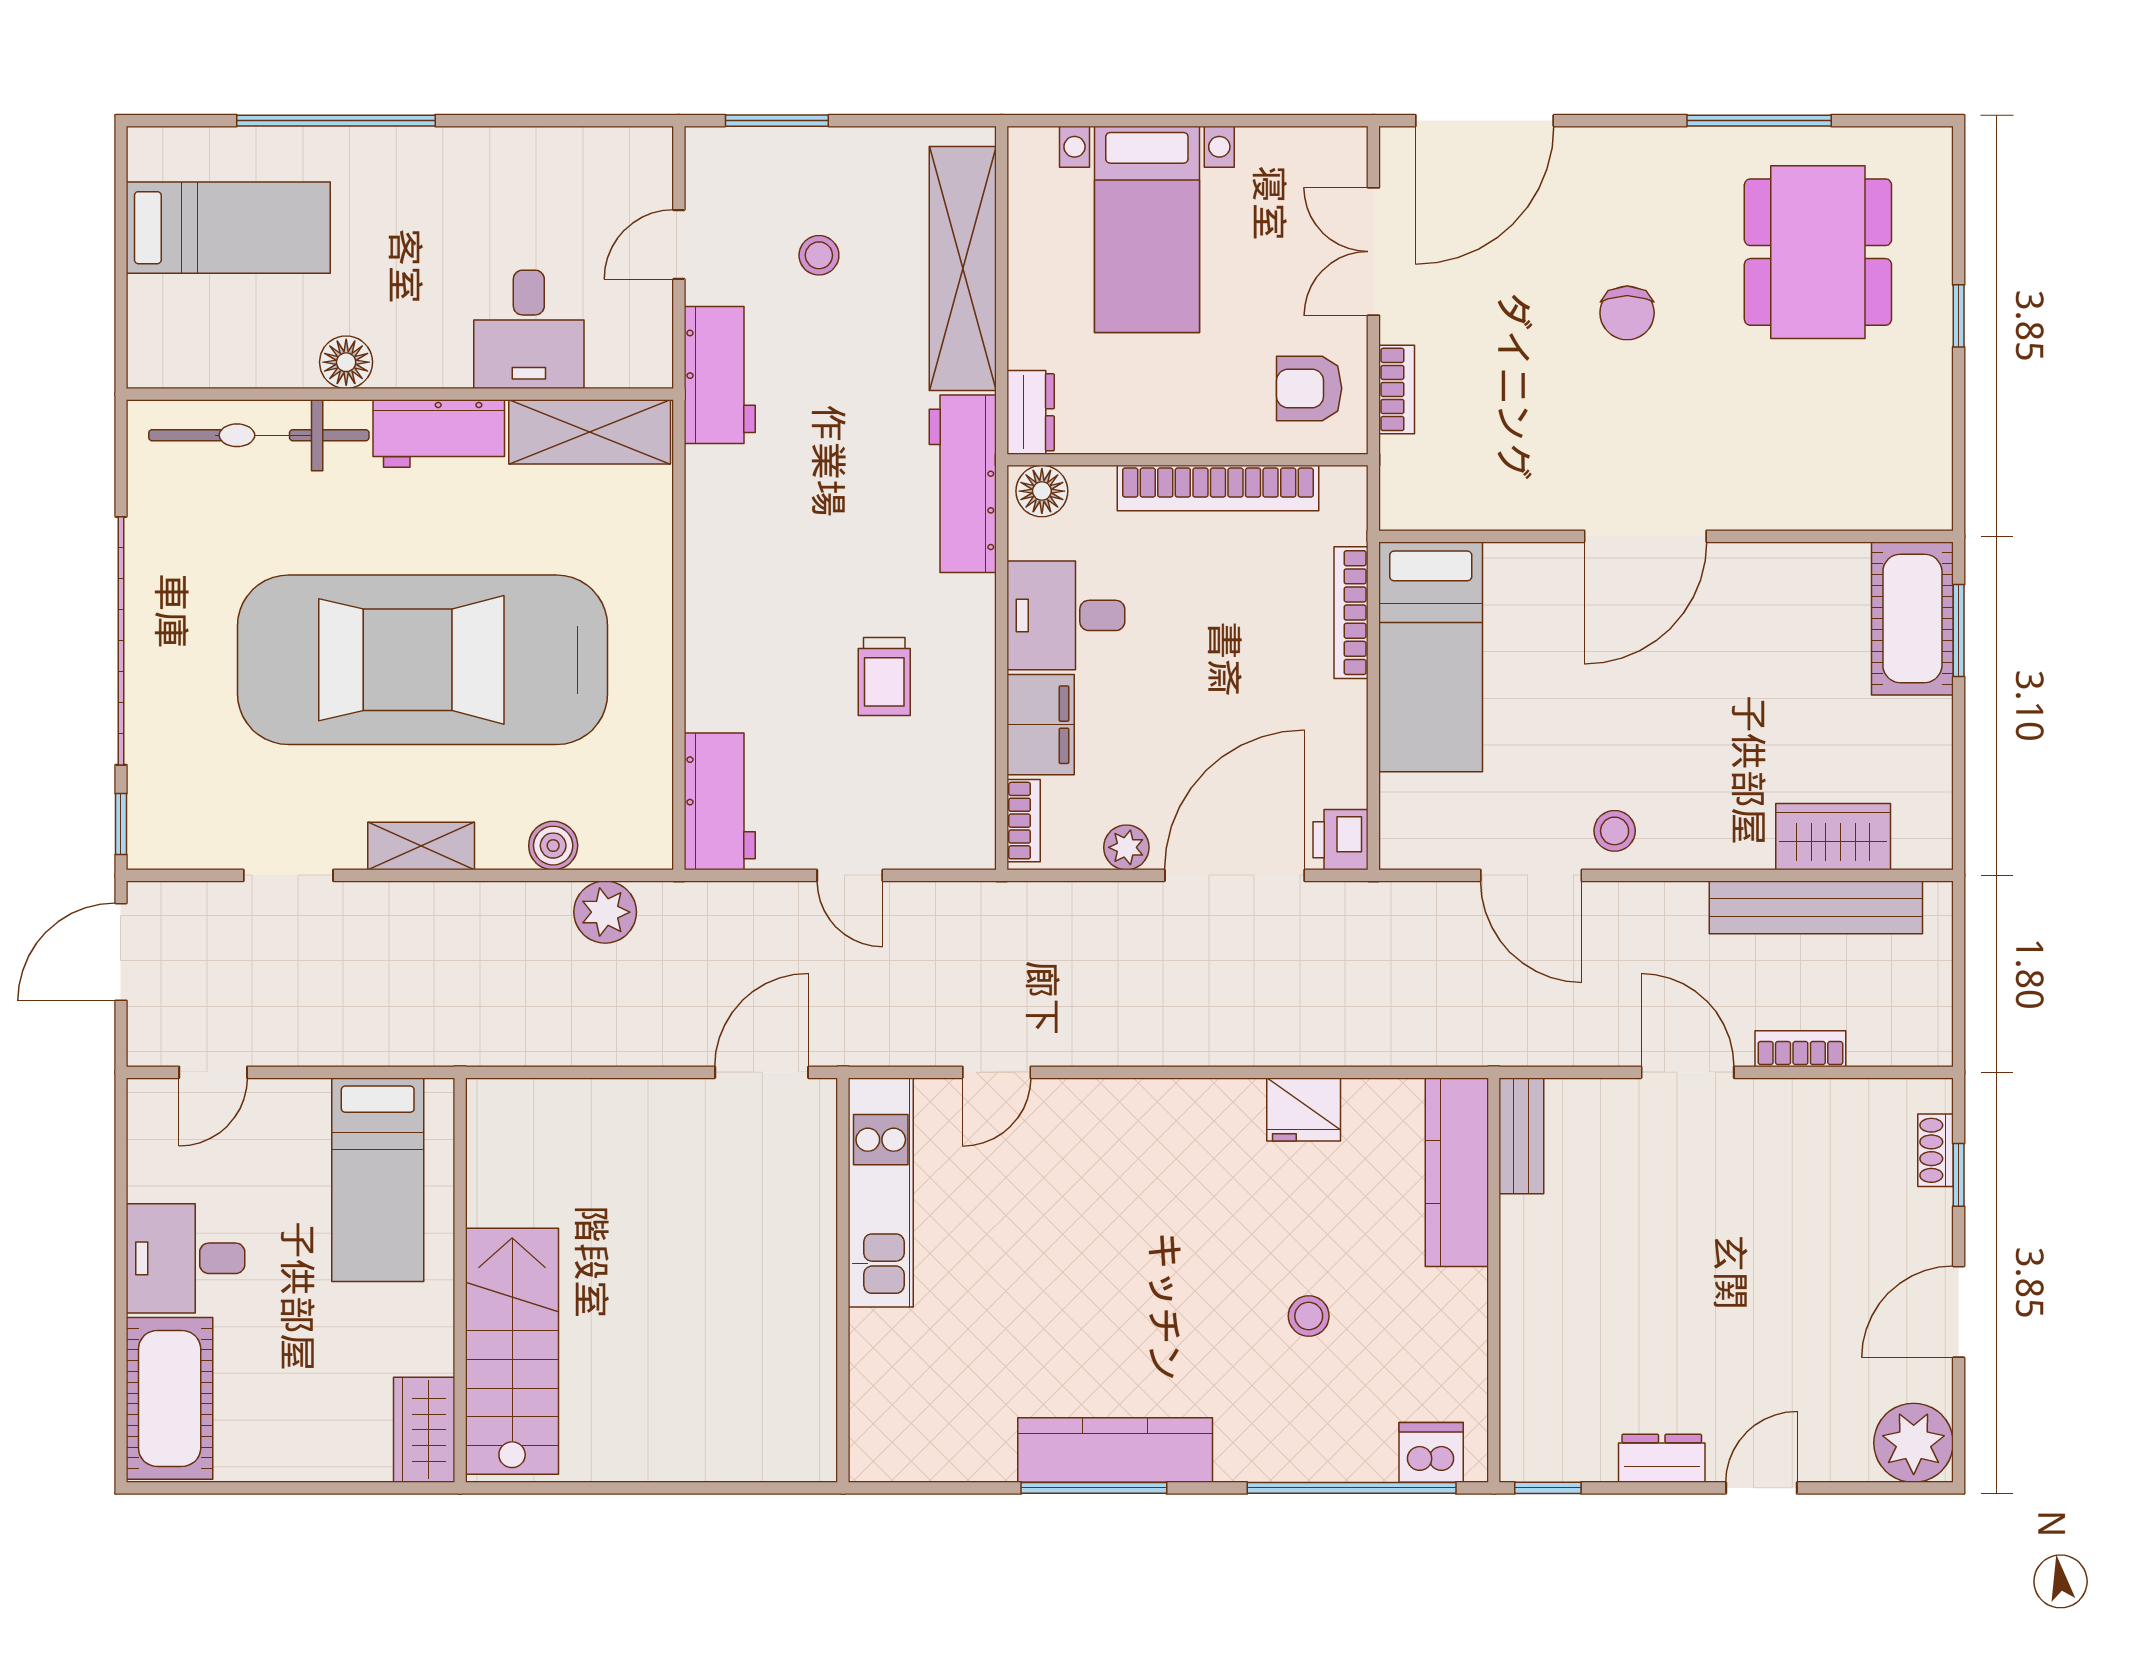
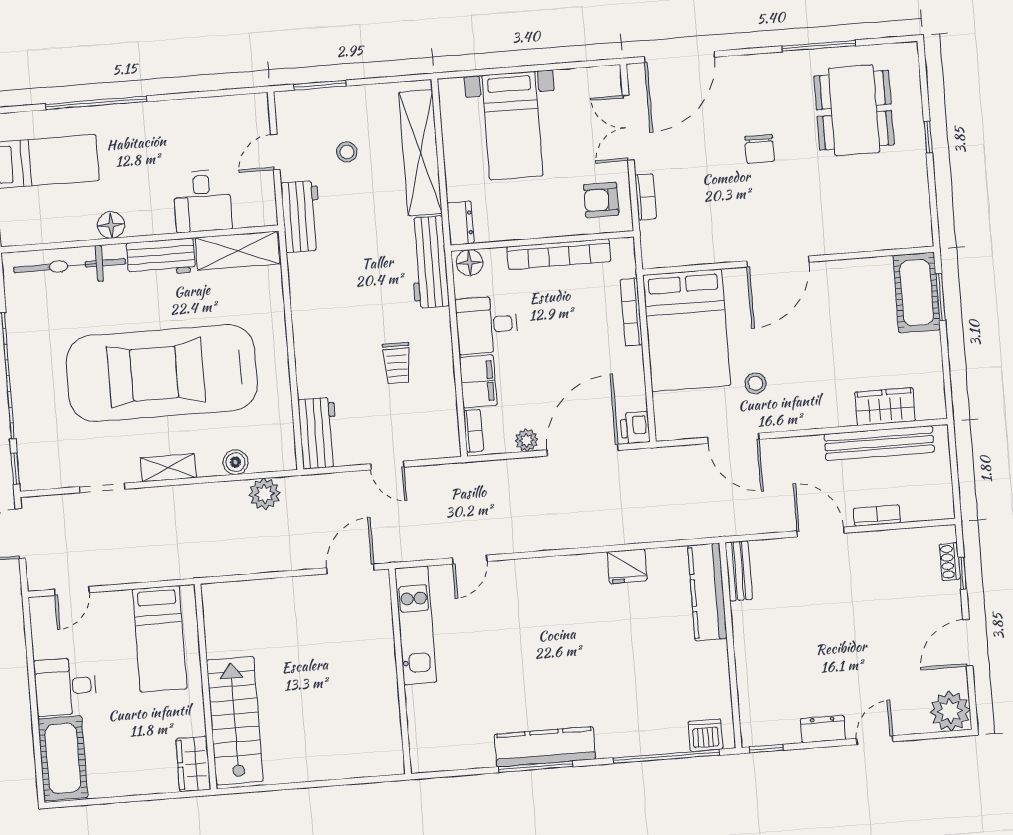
bed: (1431, 657) -> (687, 330), width x1.50
stool: (1615, 831) -> (755, 383), moved
stool: (1309, 1316) -> (638, 671), removed

